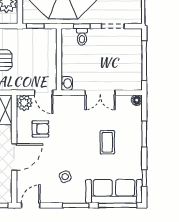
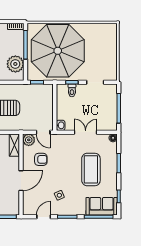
double door: (100, 93) -> (86, 132), swing flipped
coffee table: (107, 142) -> (91, 169), width x1.86, depth x1.72
sofa: (114, 191) -> (102, 206), width x0.73
door: (31, 205) -> (44, 217), moved

